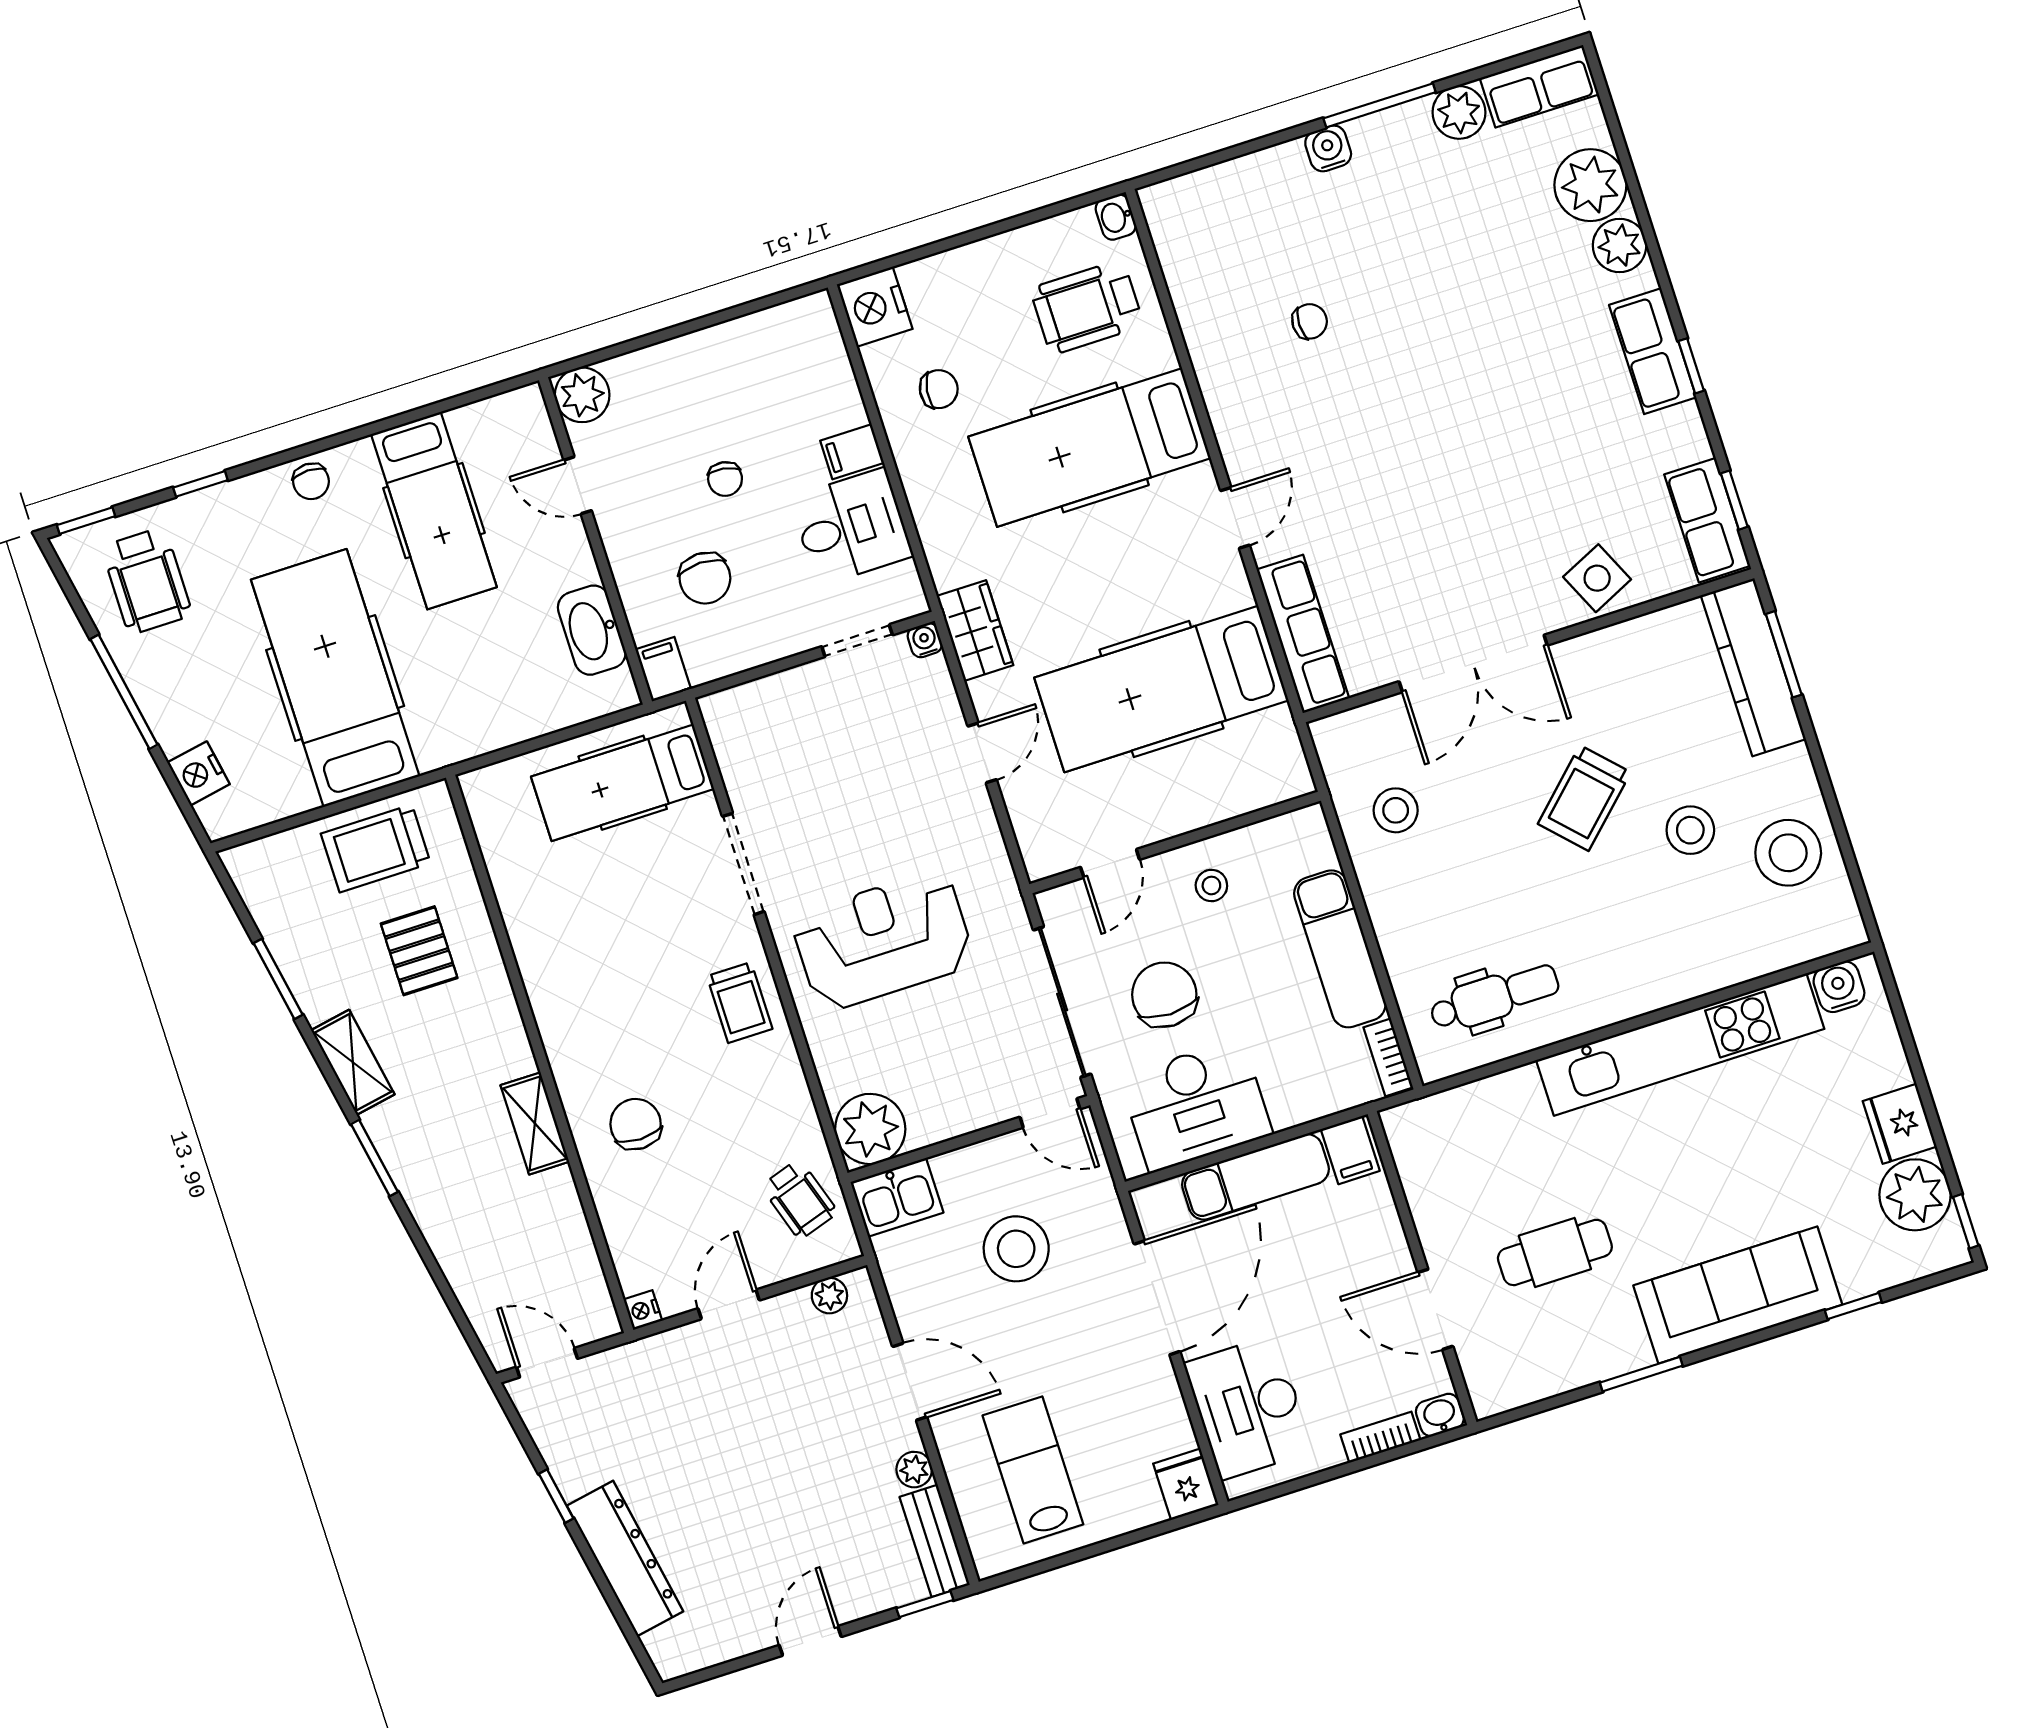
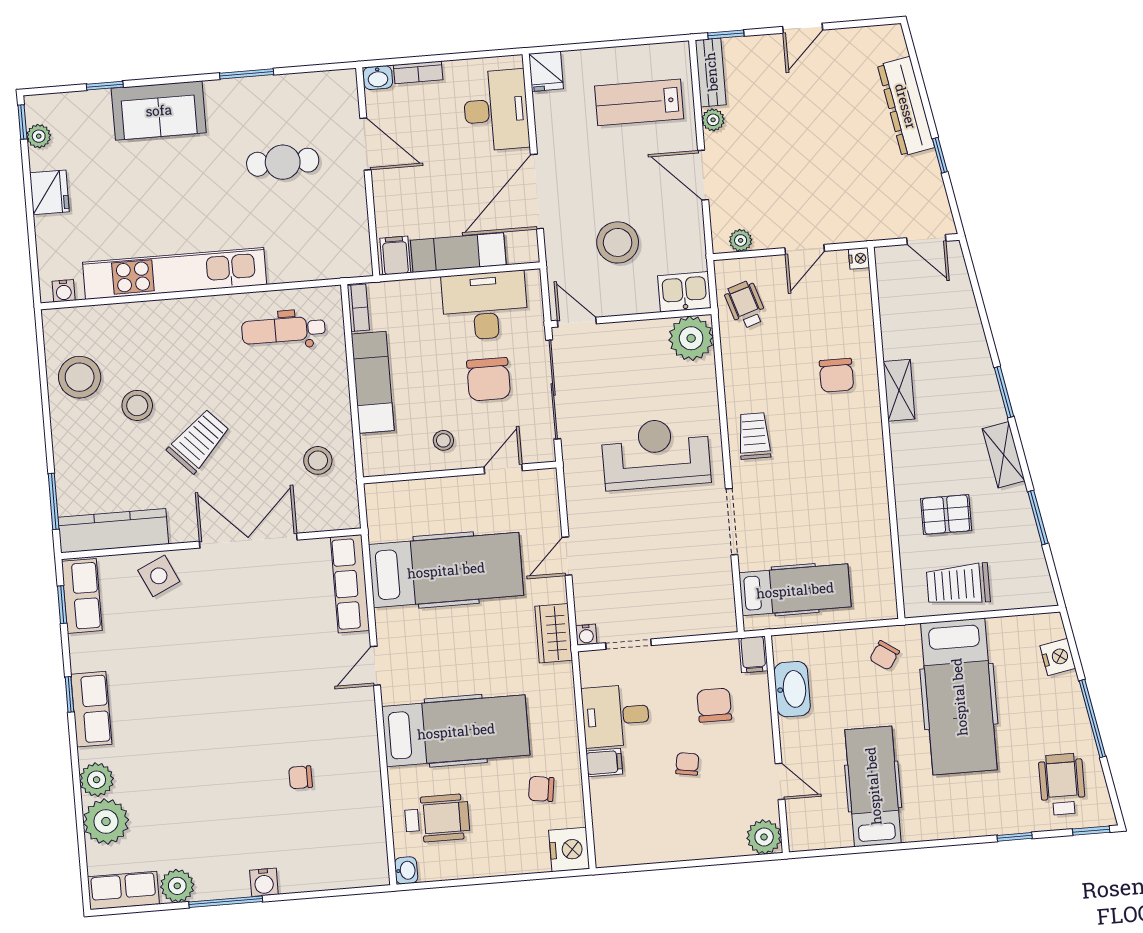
chair: (311, 481) -> (884, 655), moved, turned -146
kitchen counter: (1753, 667) -> (113, 531), moved, turned -90
trolley: (376, 848) -> (958, 585), turned 180
reception desk: (883, 941) -> (656, 454), turned 180
pallet: (419, 951) -> (946, 515), turned 90
water cooler: (1839, 987) -> (64, 291), width x0.72, depth x0.72
plant: (1915, 1195) -> (39, 136), width x0.53, depth x0.53
sofa: (1738, 1295) -> (159, 110), width x0.73
lab bench: (1033, 1470) -> (639, 102), turned 90

